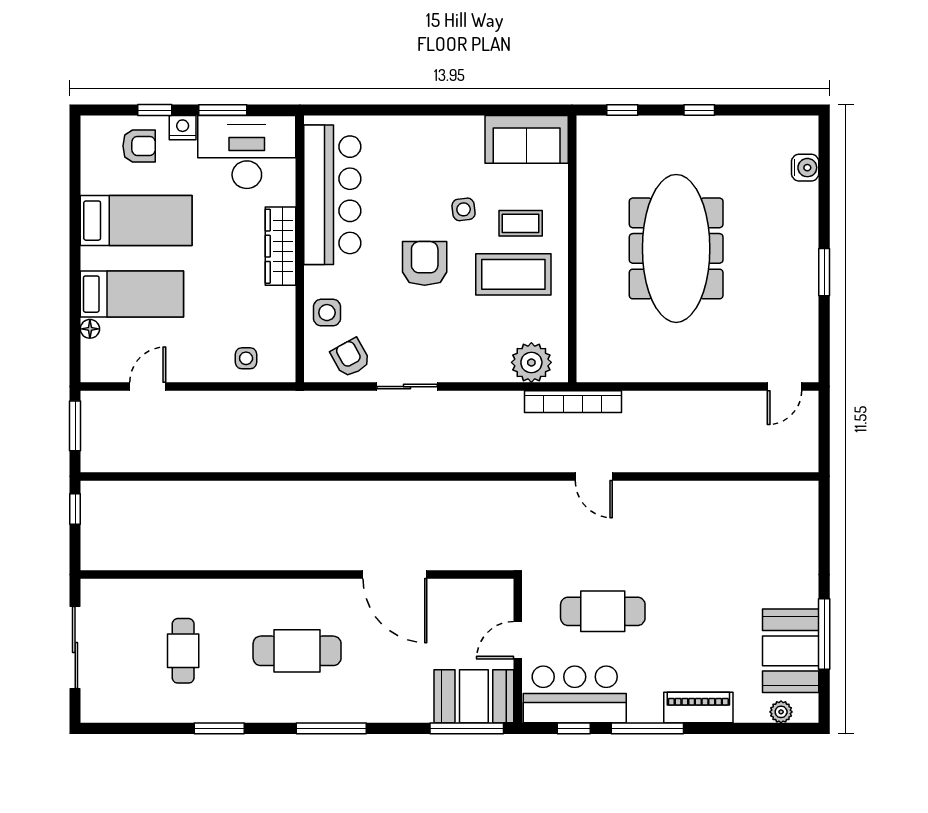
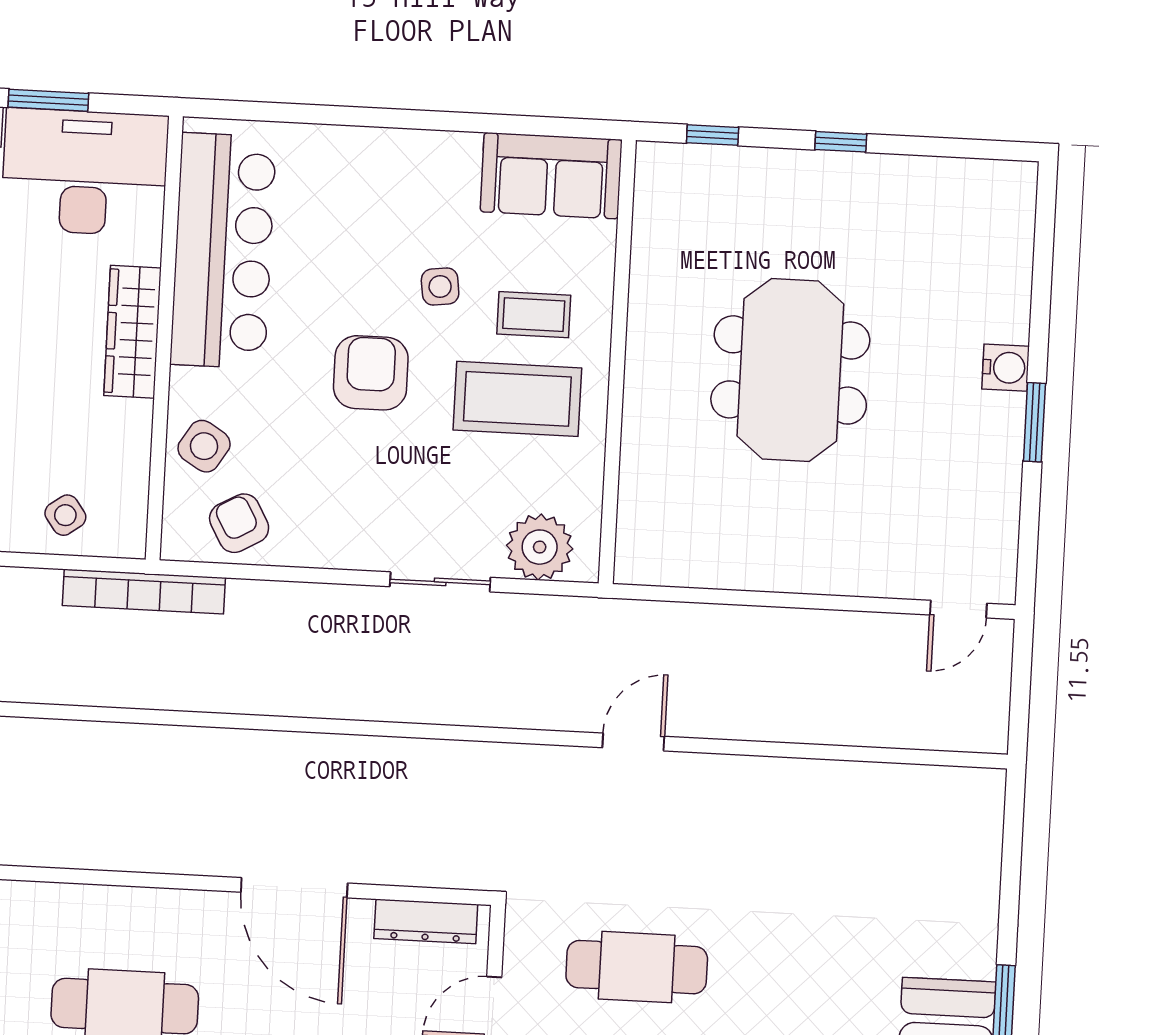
water cooler: (805, 168) -> (1006, 368), moved
meeting table: (676, 248) -> (790, 370), width x0.73
side table: (327, 313) -> (204, 446), turned 32
side table: (246, 358) -> (65, 515), turned -36
sliding door: (407, 387) -> (440, 582), moved
bookcase: (573, 402) -> (144, 592), moved
door: (594, 476) -> (633, 742), swing flipped
dresser: (475, 591) -> (426, 921), added

